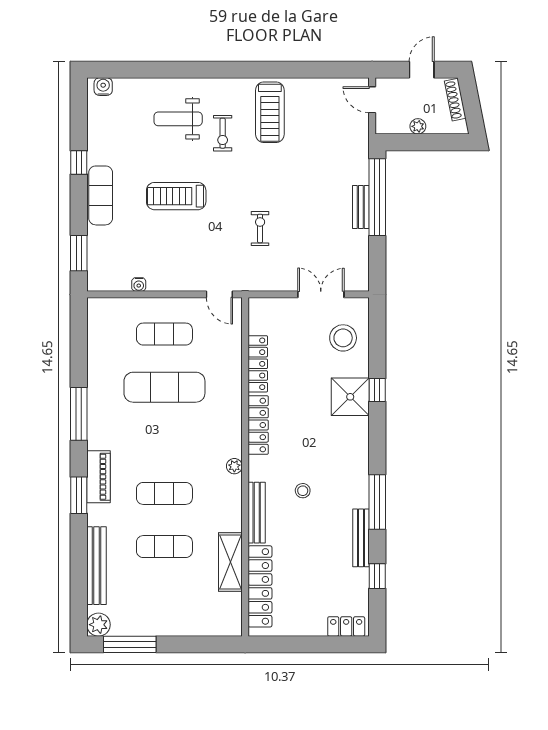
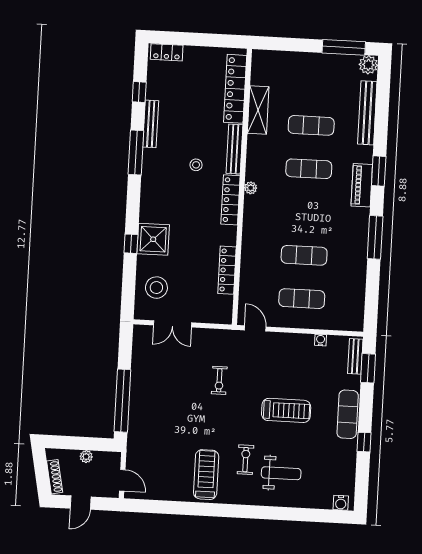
bench: (361, 207) -> (355, 356), moved
exercise mat: (164, 387) -> (304, 255), width x0.73, depth x0.69
locker: (258, 425) -> (231, 200), moved

